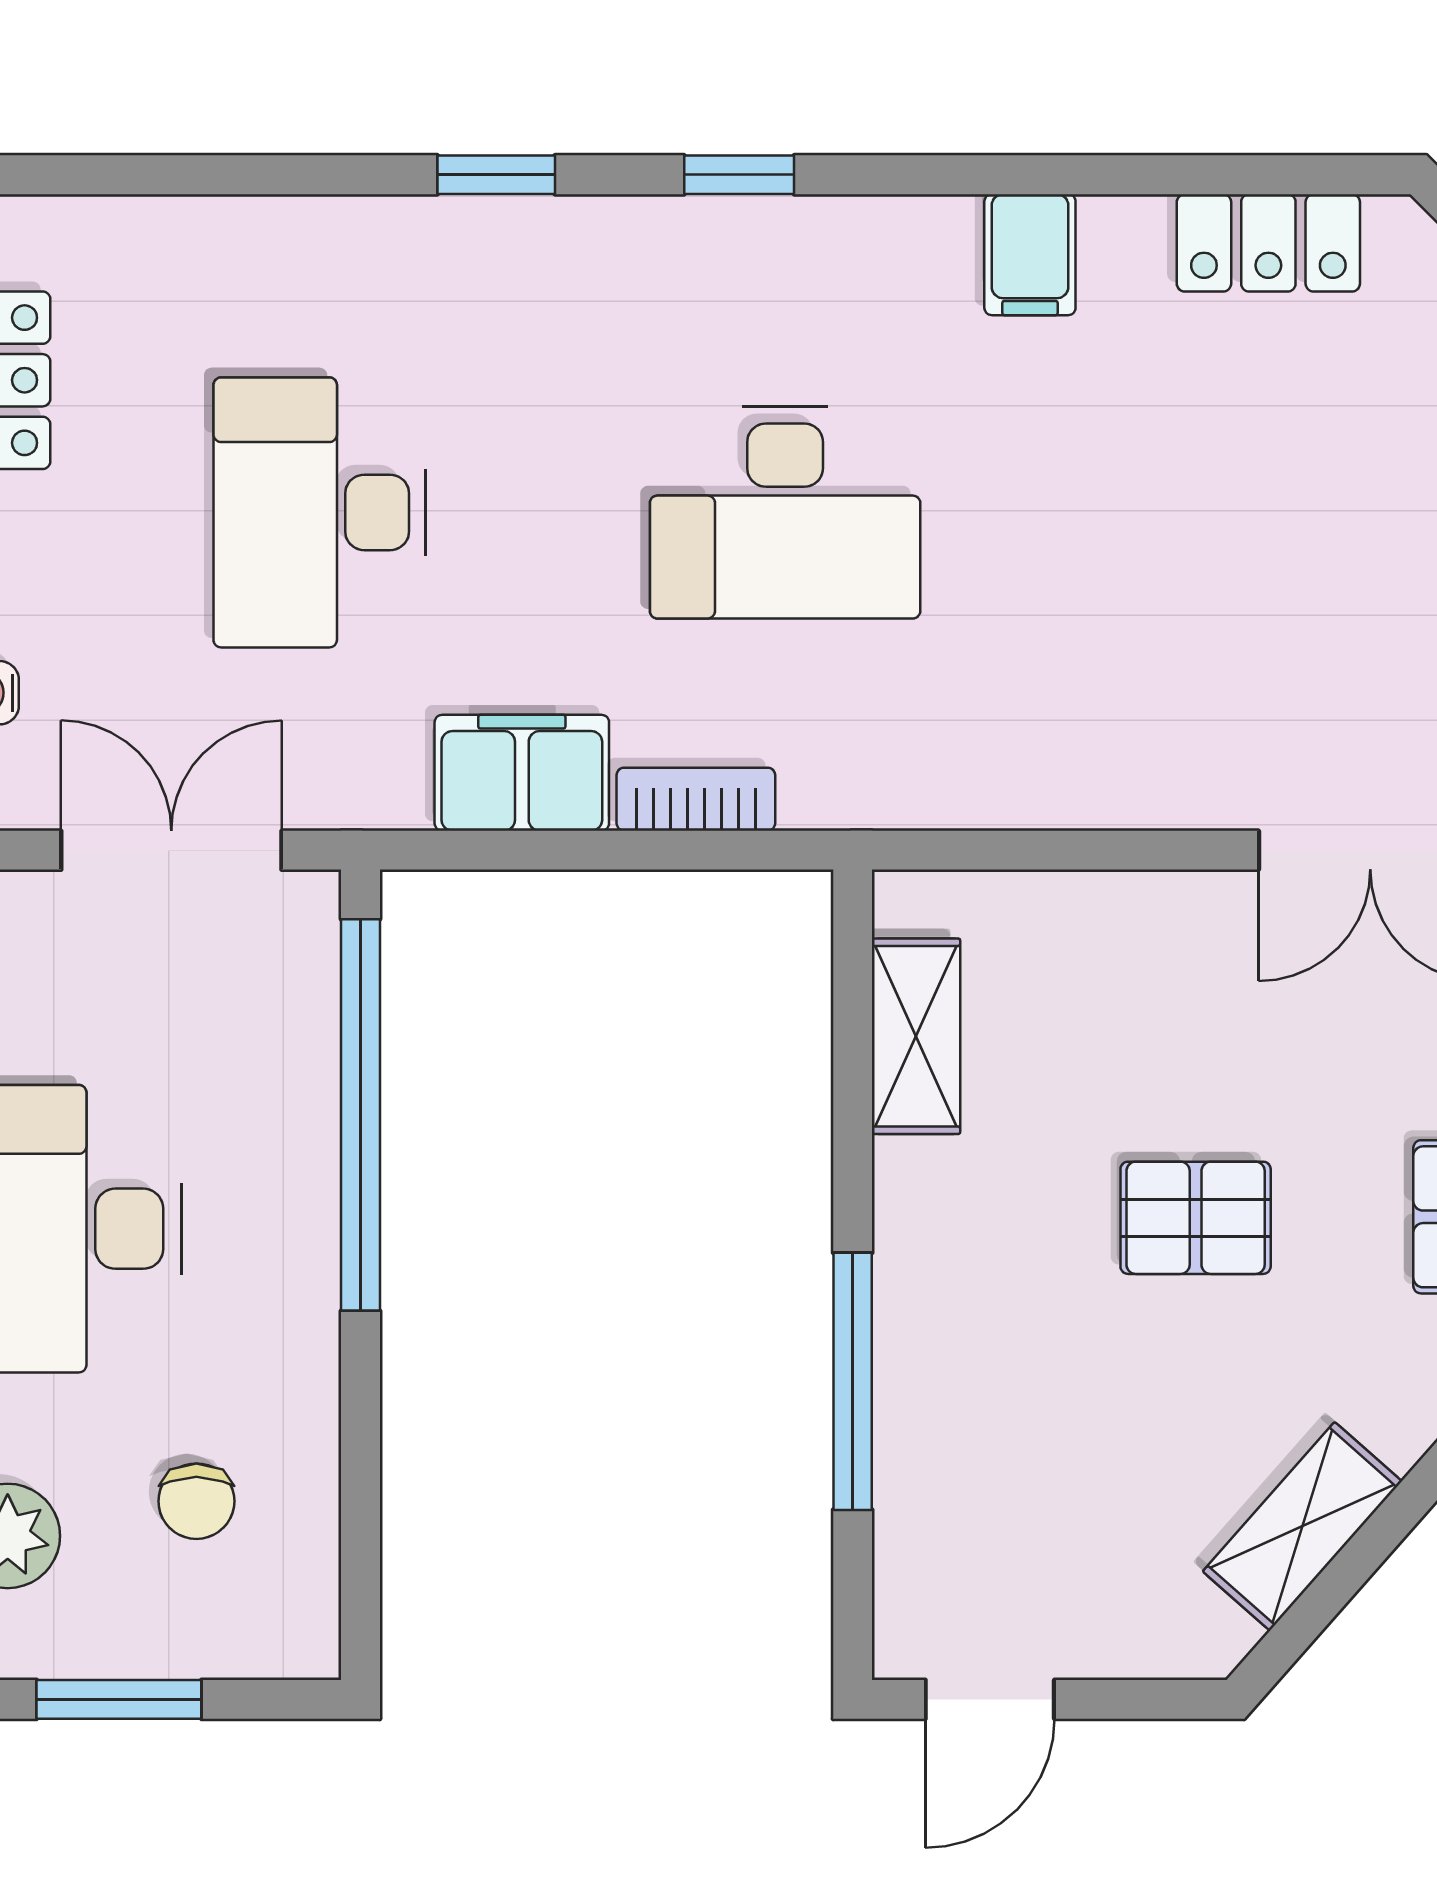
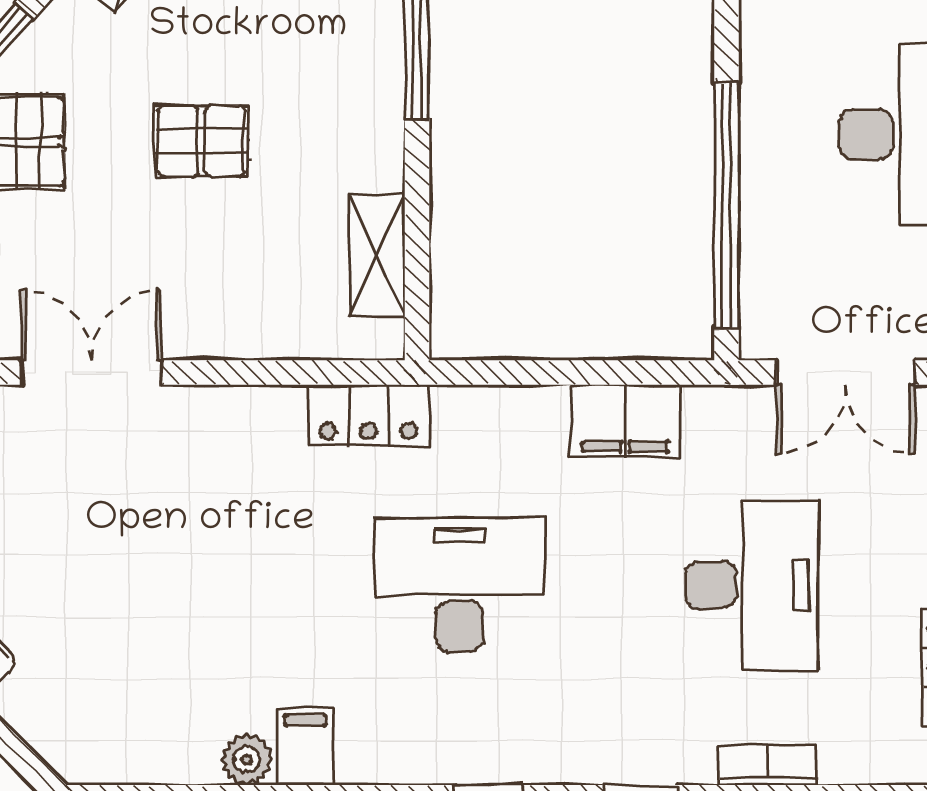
plant: (1124, 234) -> (247, 760), added
locker: (1268, 243) -> (369, 415), moved, turned 180
bookcase: (696, 799) -> (768, 765), moved, turned 180

